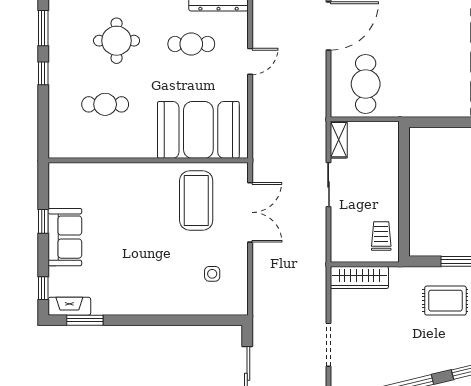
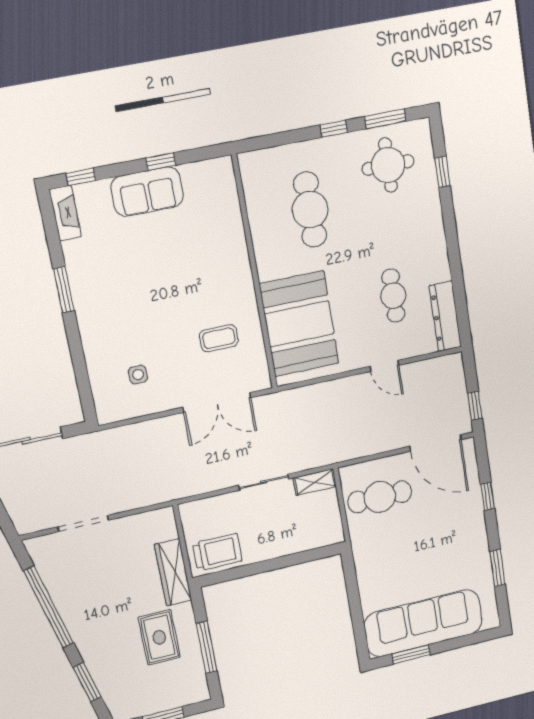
round table: (117, 41) -> (388, 165), moved
cafe table: (105, 104) -> (310, 210), width x1.37, depth x1.35
coffee table: (196, 201) -> (219, 338), width x0.54, depth x0.58
trolley: (381, 236) -> (217, 552), width x1.36, depth x1.39
wardrobe: (359, 277) -> (173, 572), moved
window: (85, 320) -> (64, 290), moved

